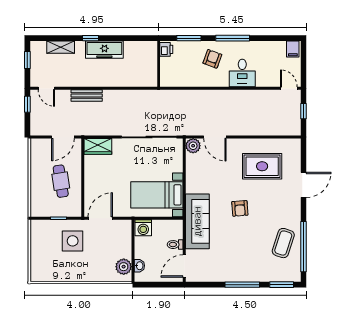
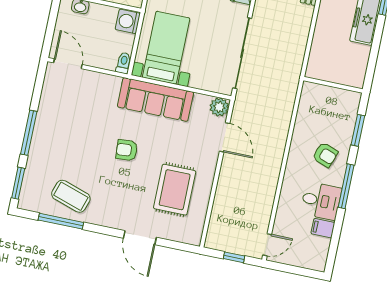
printer: (166, 49) -> (350, 99), removed
filing cabinet: (293, 49) -> (323, 228), moved
desk: (242, 73) -> (321, 201), moved, turned 180
door: (215, 137) -> (225, 137), swing flipped
sofa: (197, 221) -> (155, 99), moved
toilet: (175, 245) -> (124, 63), moved
window: (303, 247) -> (61, 221), width x0.68

